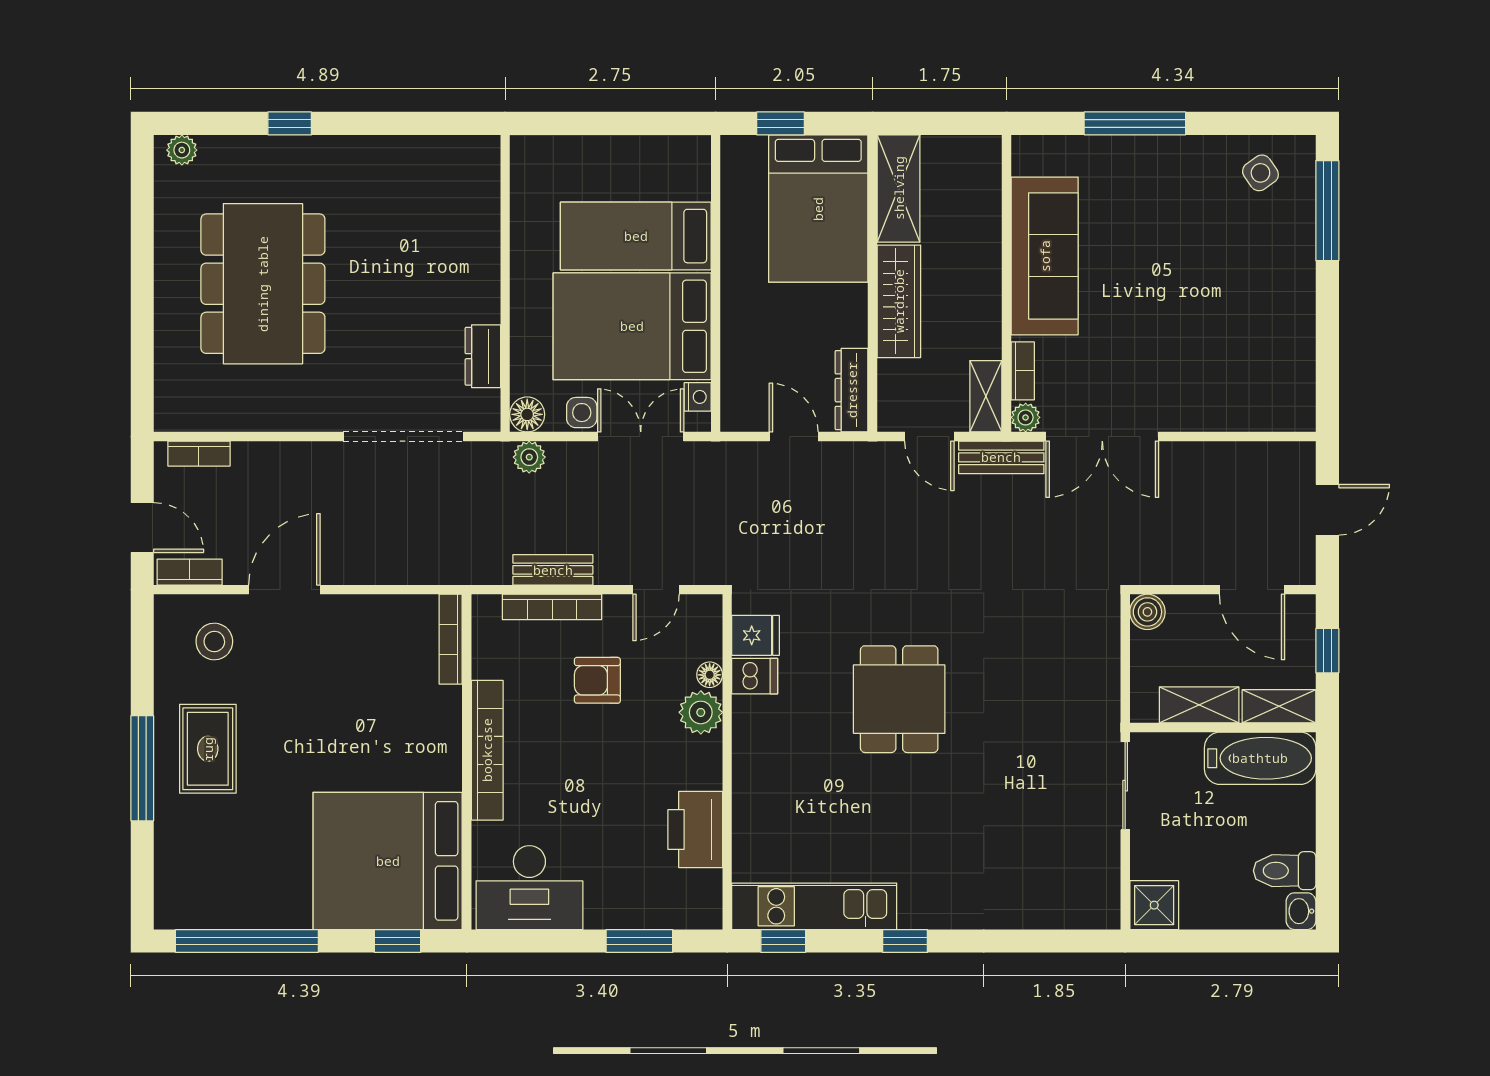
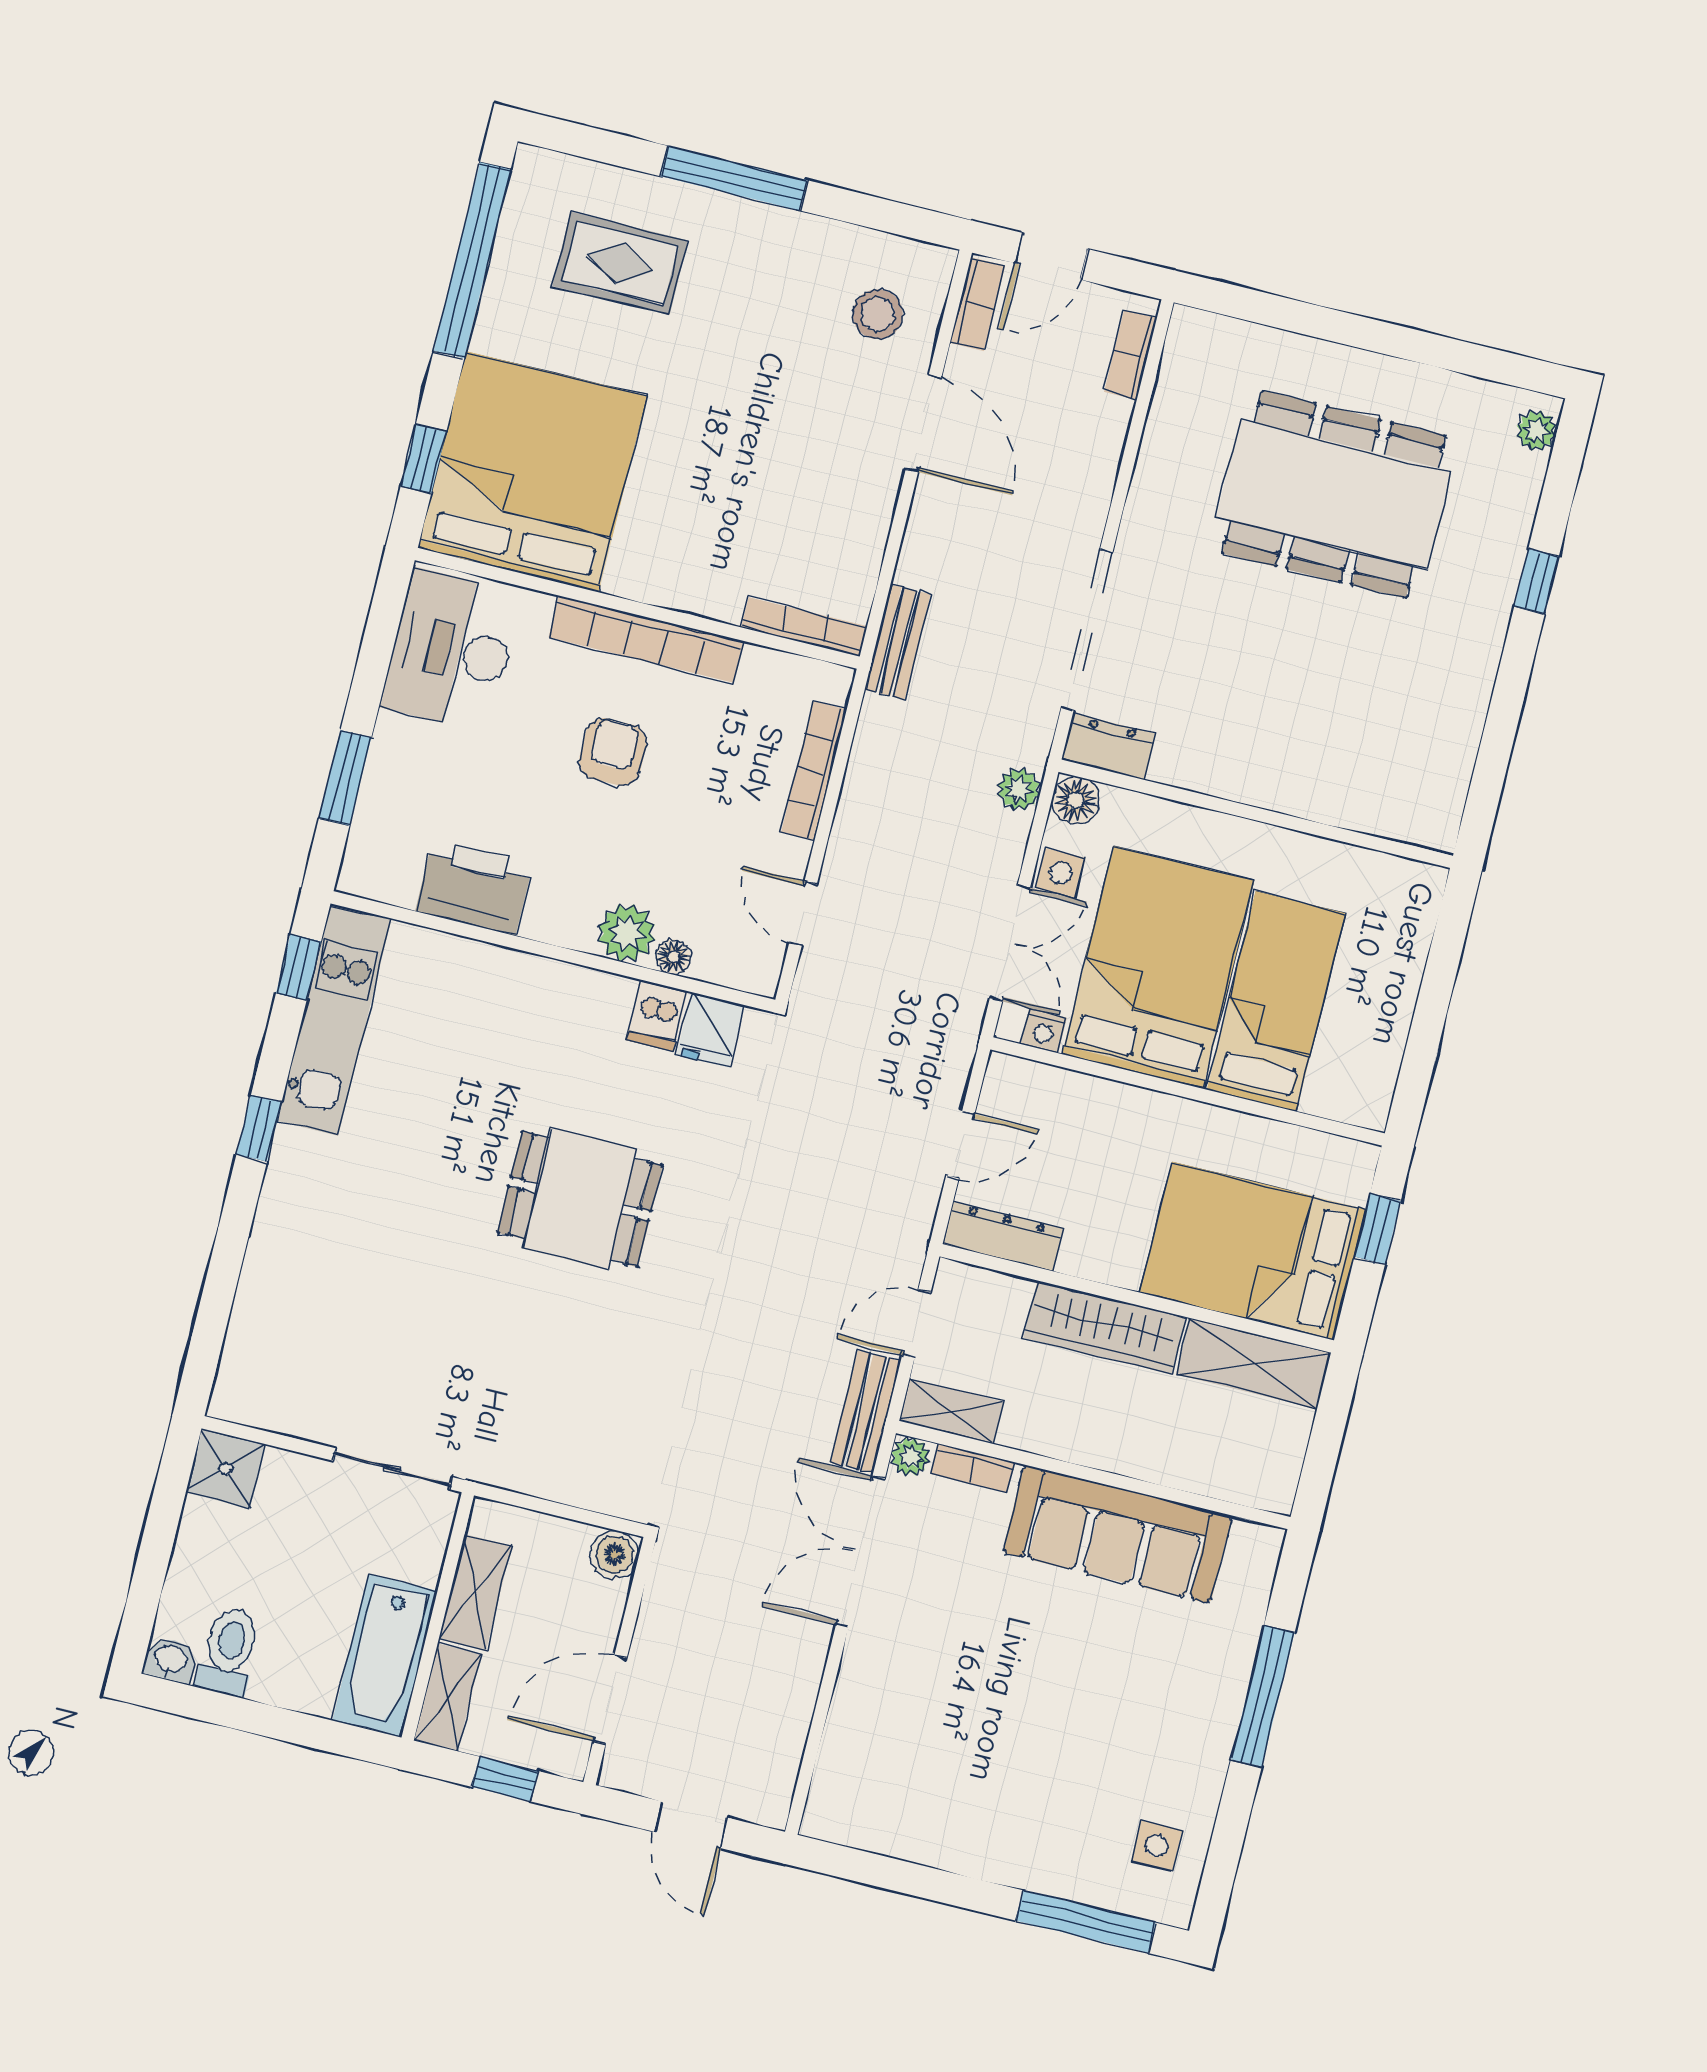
side table: (1260, 173) -> (1157, 1846), turned 35
dresser: (483, 356) -> (1109, 746), moved
bench: (553, 570) -> (898, 642), moved
armchair: (597, 680) -> (613, 752), moved
rug: (208, 749) -> (620, 263), moved

